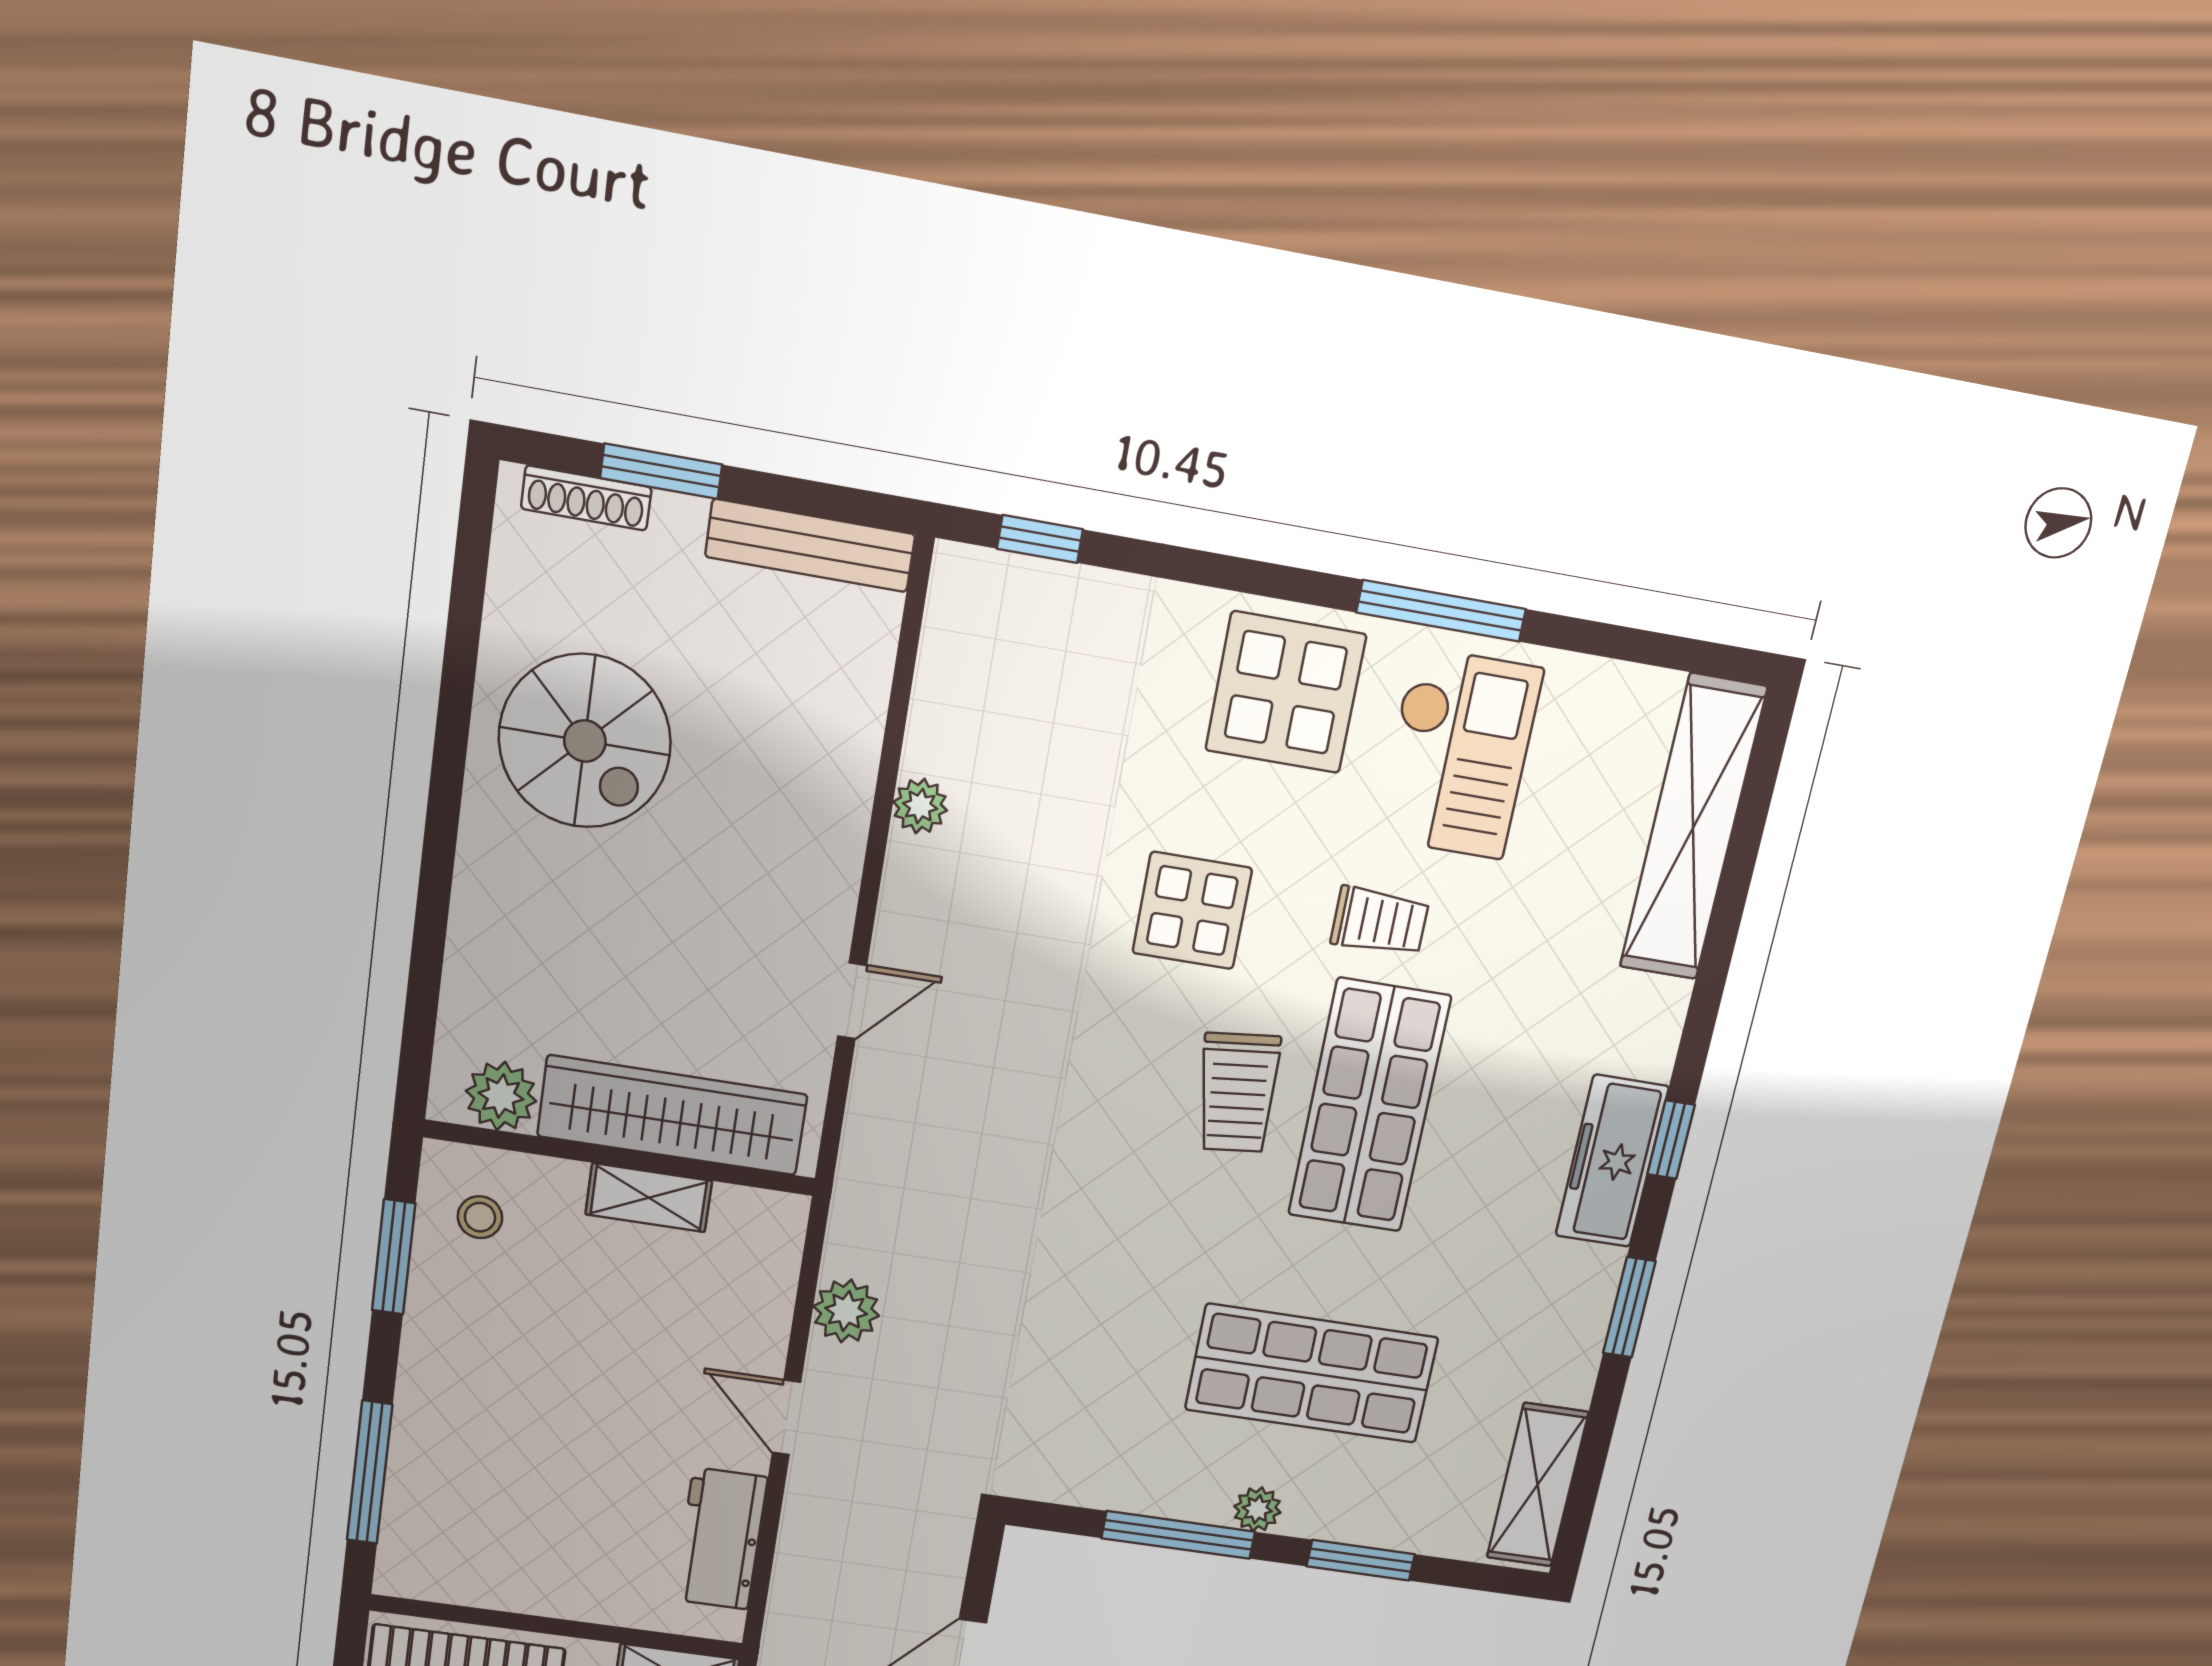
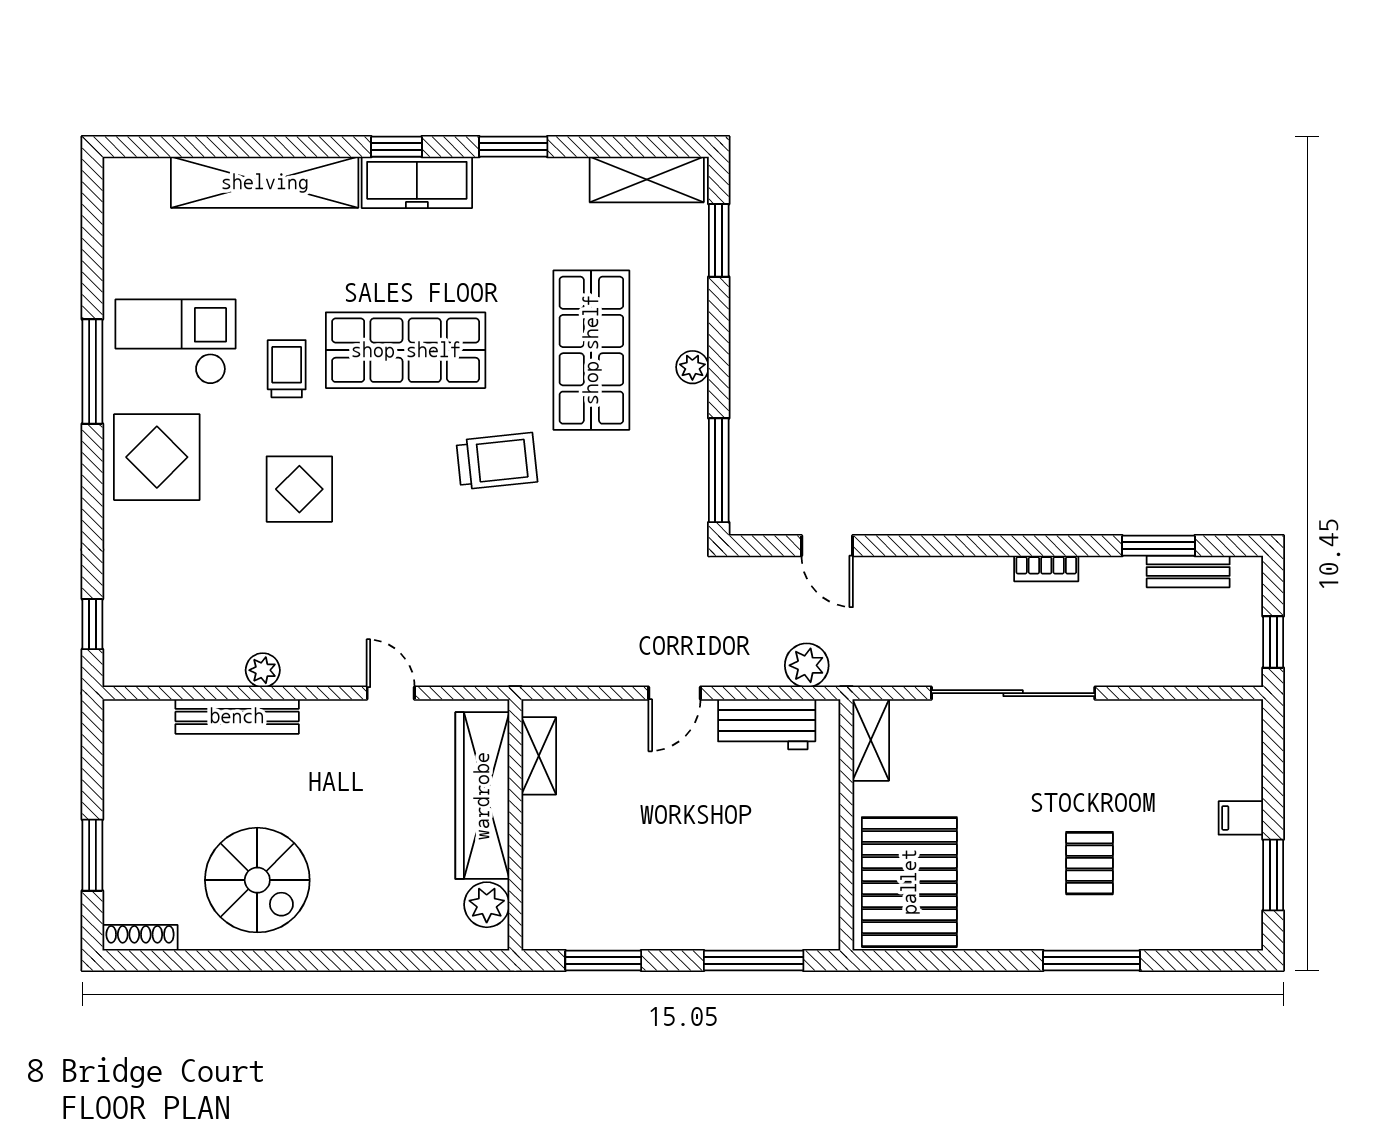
shoe rack: (586, 498) -> (140, 938), moved, turned -90
bench: (810, 545) -> (237, 716), moved, turned 90
spiral stairs: (585, 741) -> (257, 880), turned 90
shelving: (1693, 828) -> (265, 182), moved
trolley: (1238, 1093) -> (497, 461), moved
shelving: (649, 1198) -> (539, 756), moved
stool: (480, 1217) -> (568, 909), removed
plant: (846, 1311) -> (807, 665), moved
window: (1178, 1535) -> (719, 470), moved
window: (1361, 1560) -> (719, 240), moved

